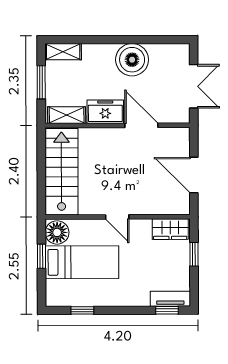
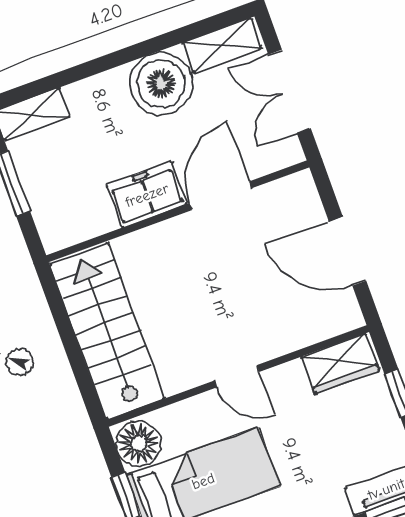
double door: (194, 86) -> (289, 91), swing flipped
shelving: (67, 115) -> (222, 45), moved
door: (141, 125) -> (221, 196), hinge flipped

